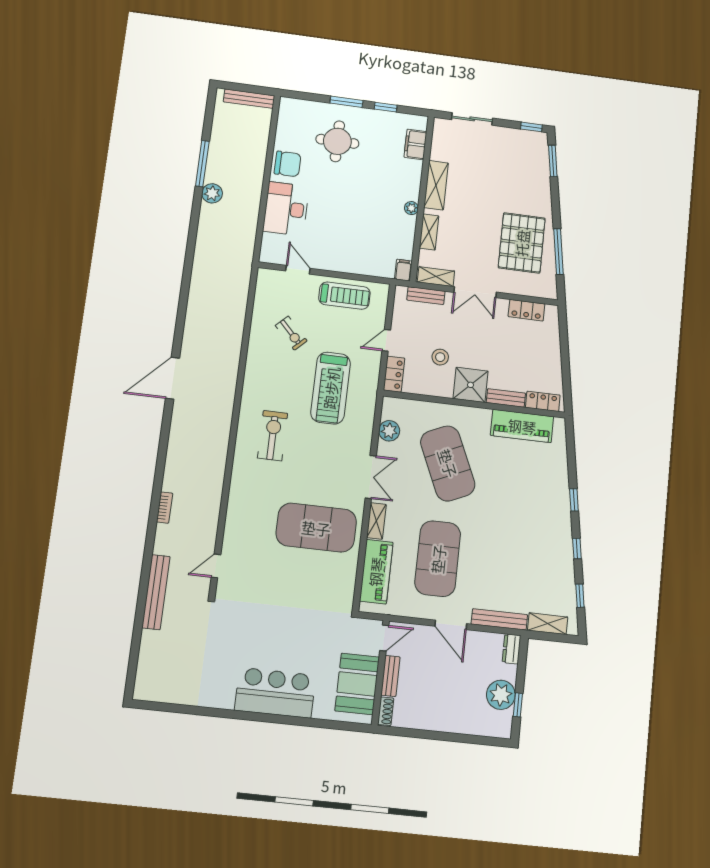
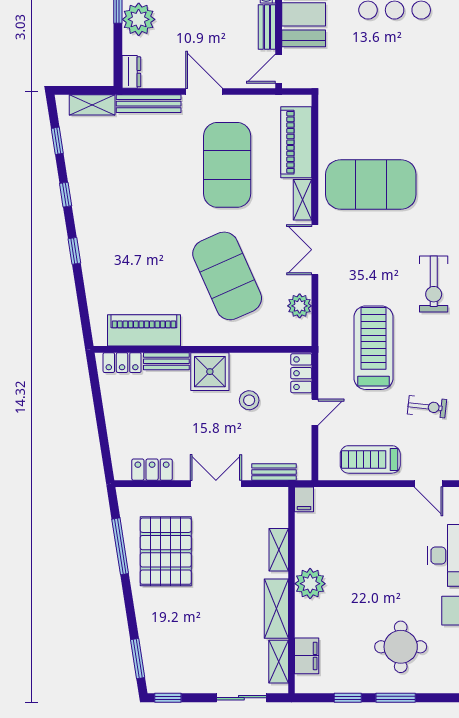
plant: (411, 208) -> (310, 584), width x1.88, depth x1.88
shelving: (436, 277) -> (279, 662), moved, turned 90
exercise bike: (291, 333) -> (427, 407), turned 140

